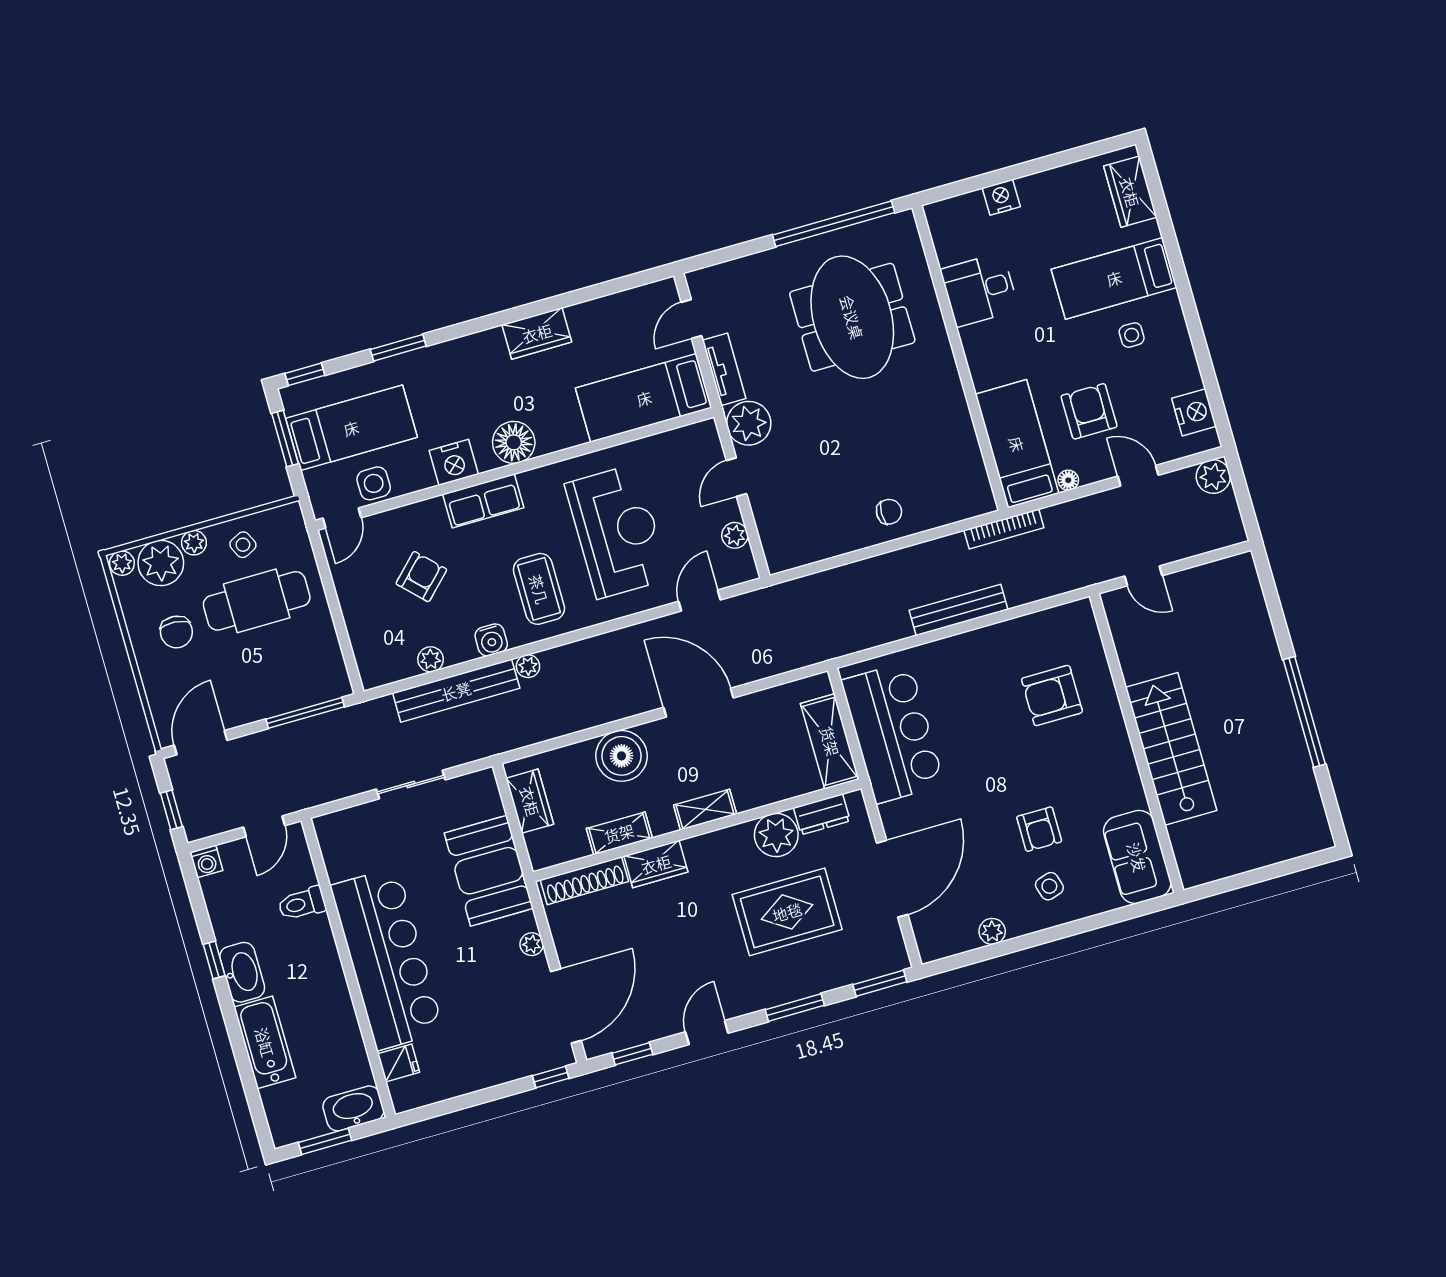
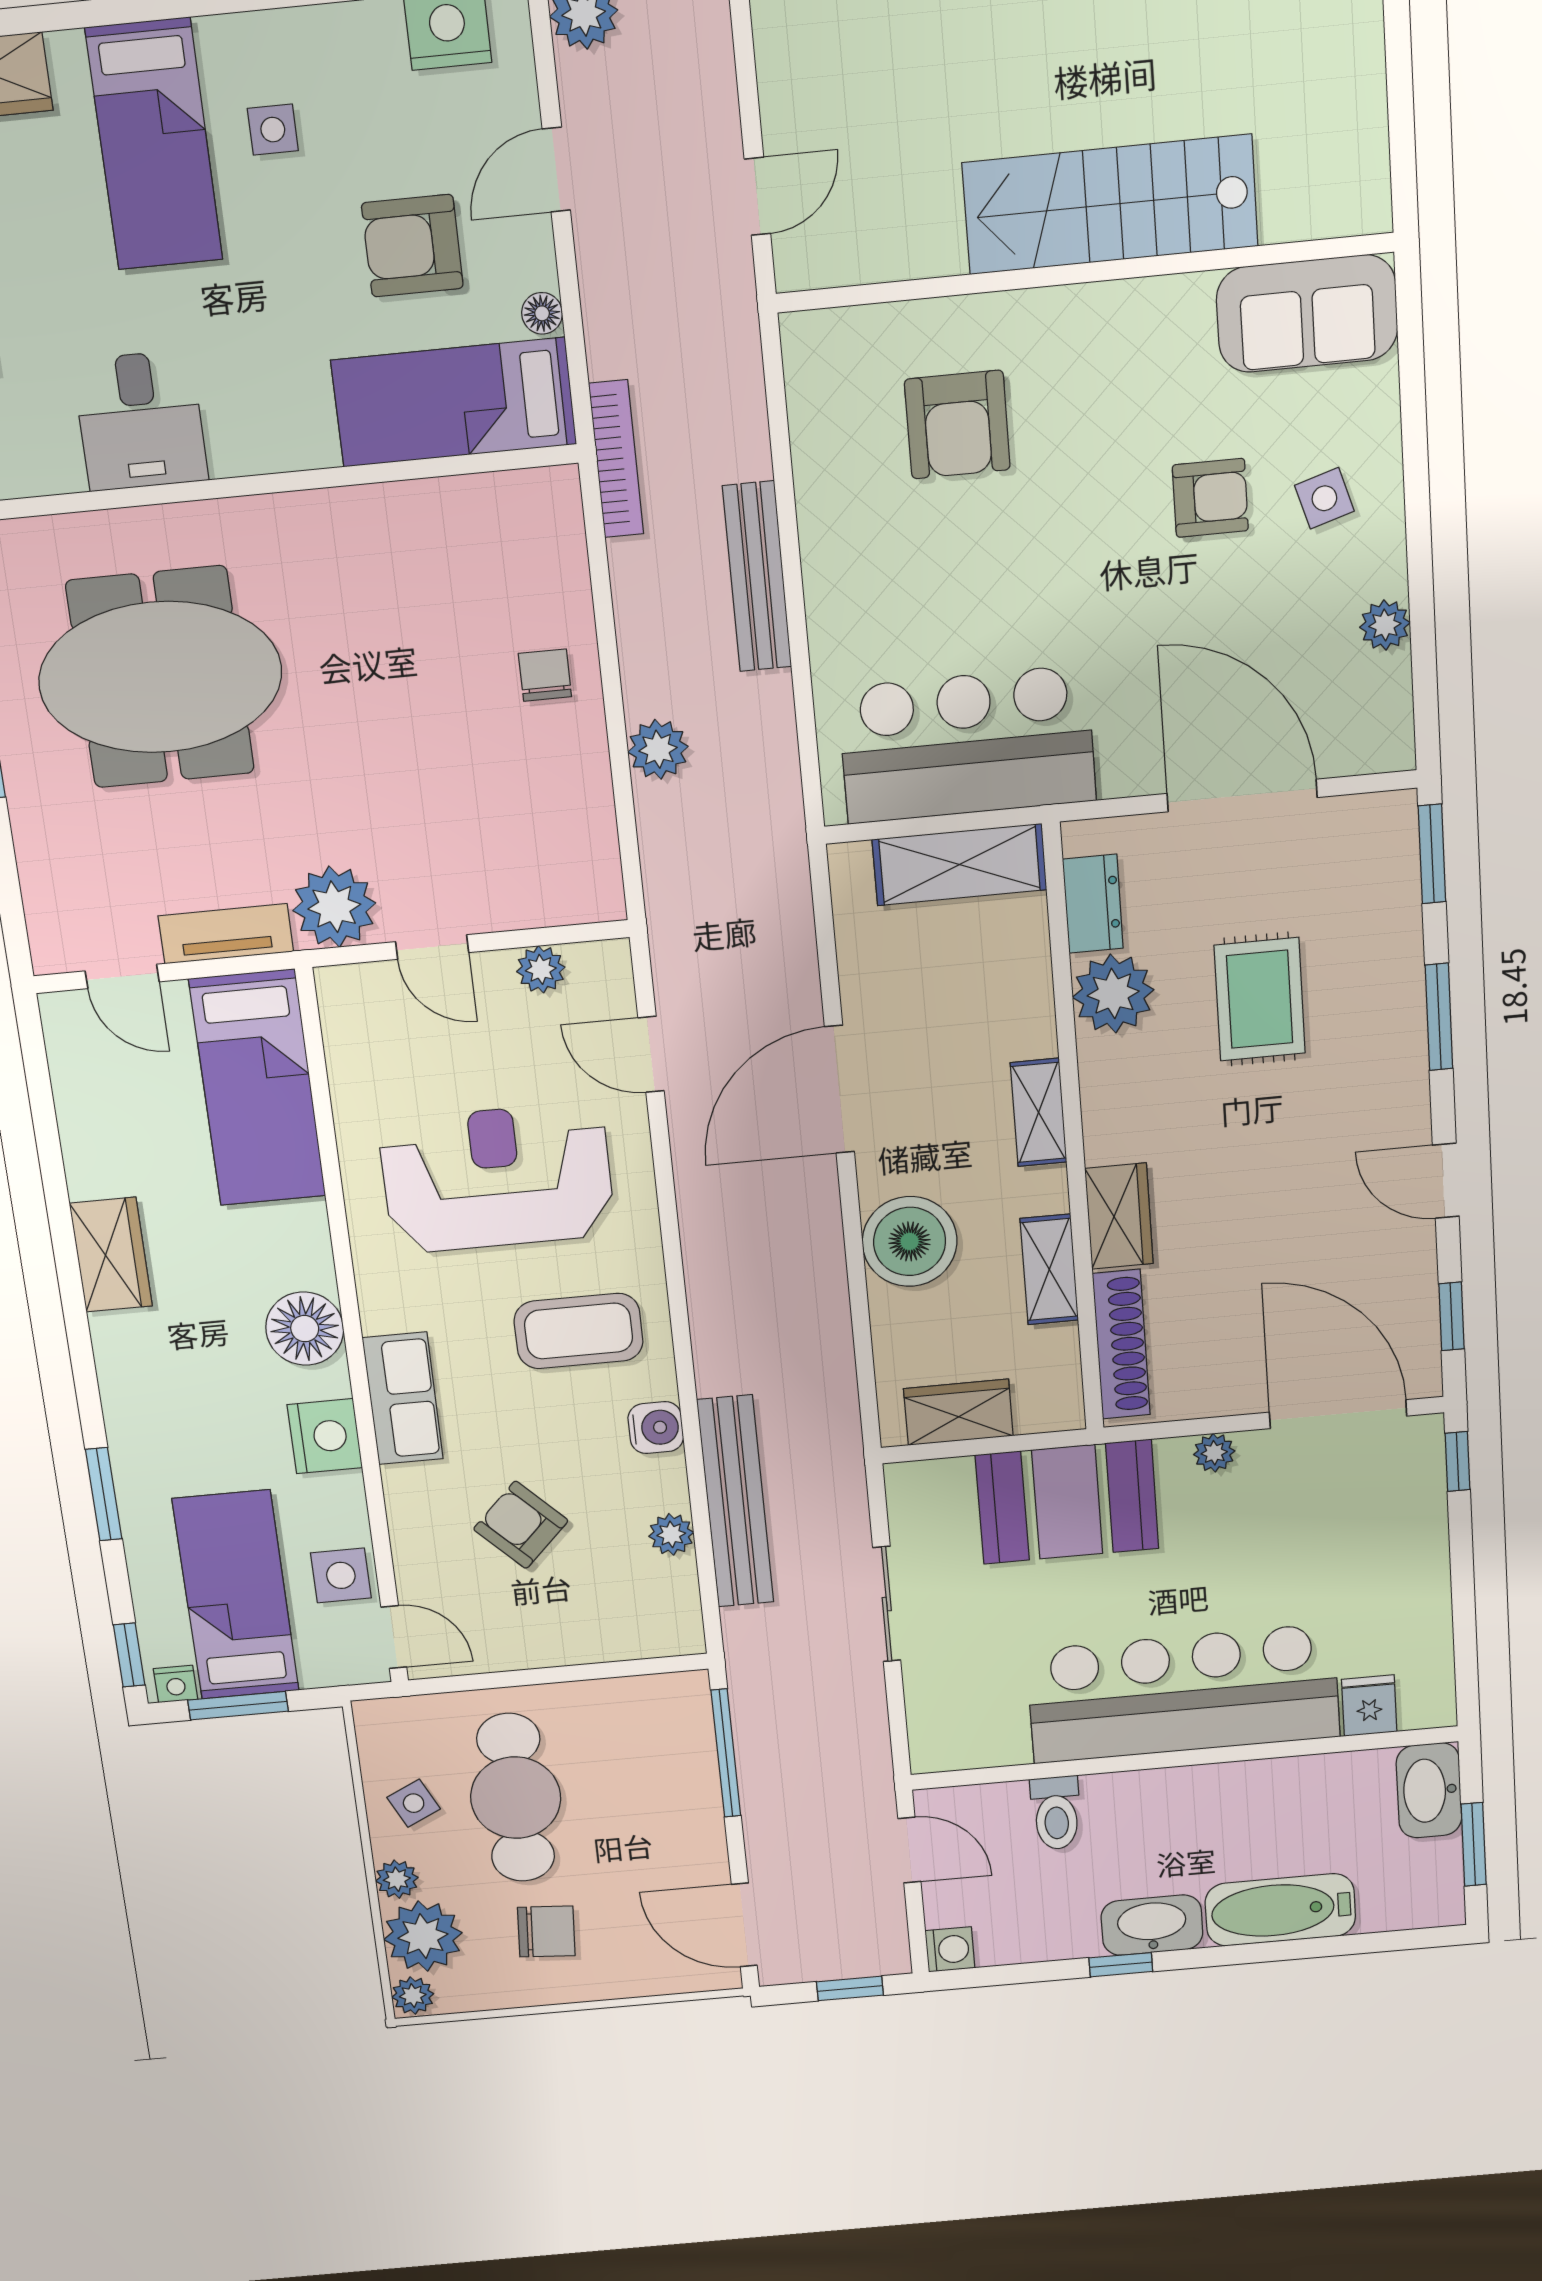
nightstand: (292, 402) -> (176, 1684), added
plant: (528, 666) -> (658, 749), moved, width x1.38, depth x1.38
rug: (787, 912) -> (1260, 999), width x0.73, depth x0.70

